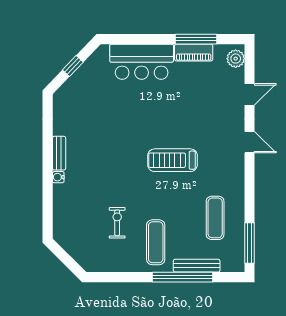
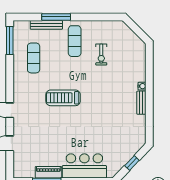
plant: (236, 59) -> (19, 168), removed
treadmill: (172, 160) -> (63, 98), turned 180
window: (182, 277) -> (56, 17), width x0.68

